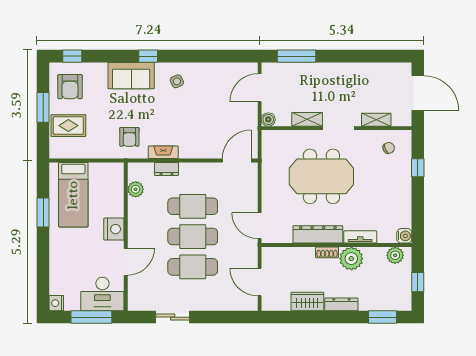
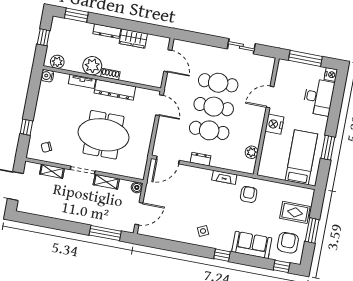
sofa: (131, 76) -> (252, 245), moved
dresser: (166, 169) -> (200, 159), moved
desk: (102, 294) -> (319, 97), moved, turned 90

